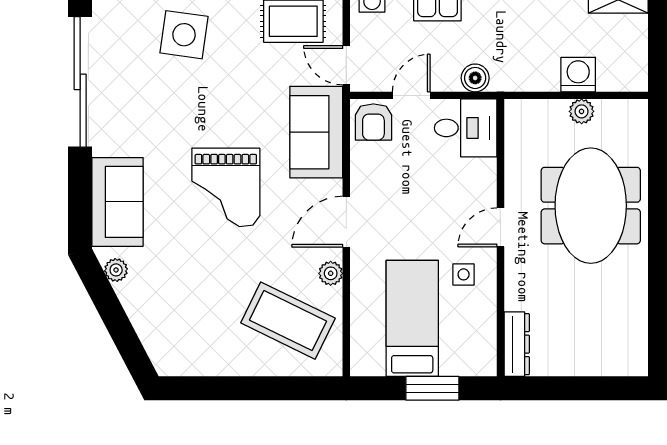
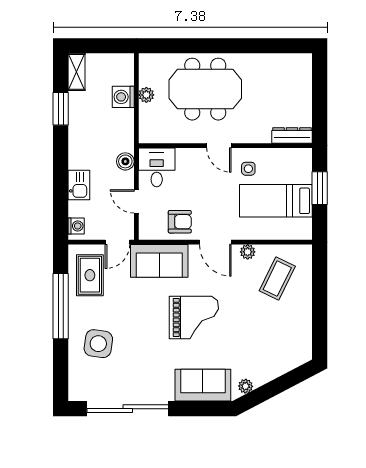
armchair: (373, 122) -> (180, 222), moved
coffee table: (288, 321) -> (277, 279), width x0.73, depth x0.76

